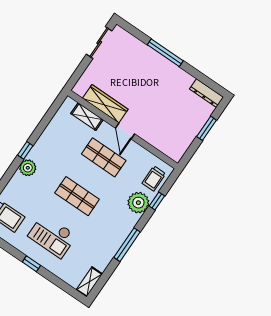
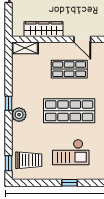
shelving: (87, 117) -> (25, 48), moved
door: (125, 131) -> (82, 39), moved
shop shelf: (77, 196) -> (69, 111), width x1.43, depth x1.36

